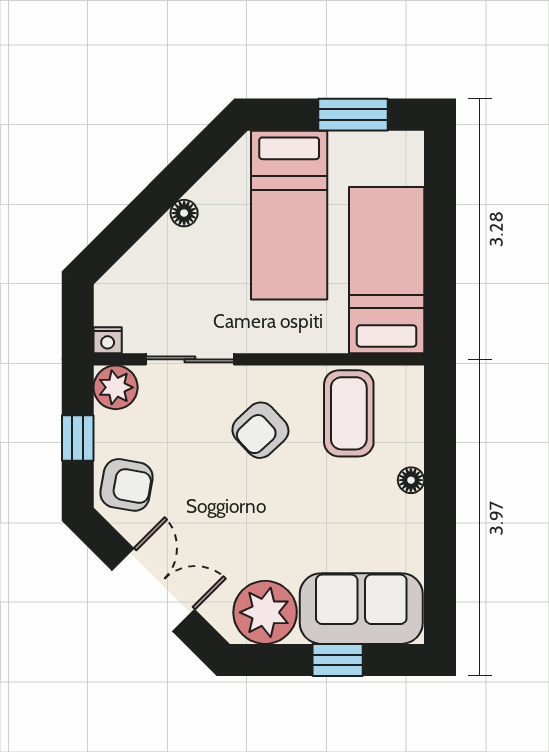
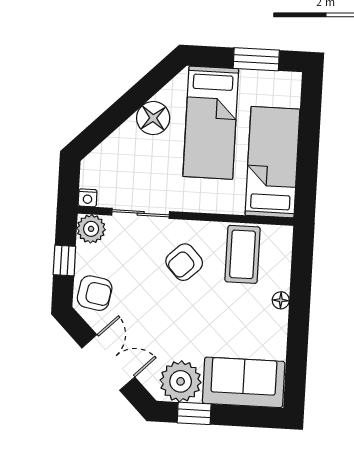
floor lamp: (184, 213) -> (153, 118), width x1.89, depth x1.89
window: (338, 660) -> (194, 413), moved

